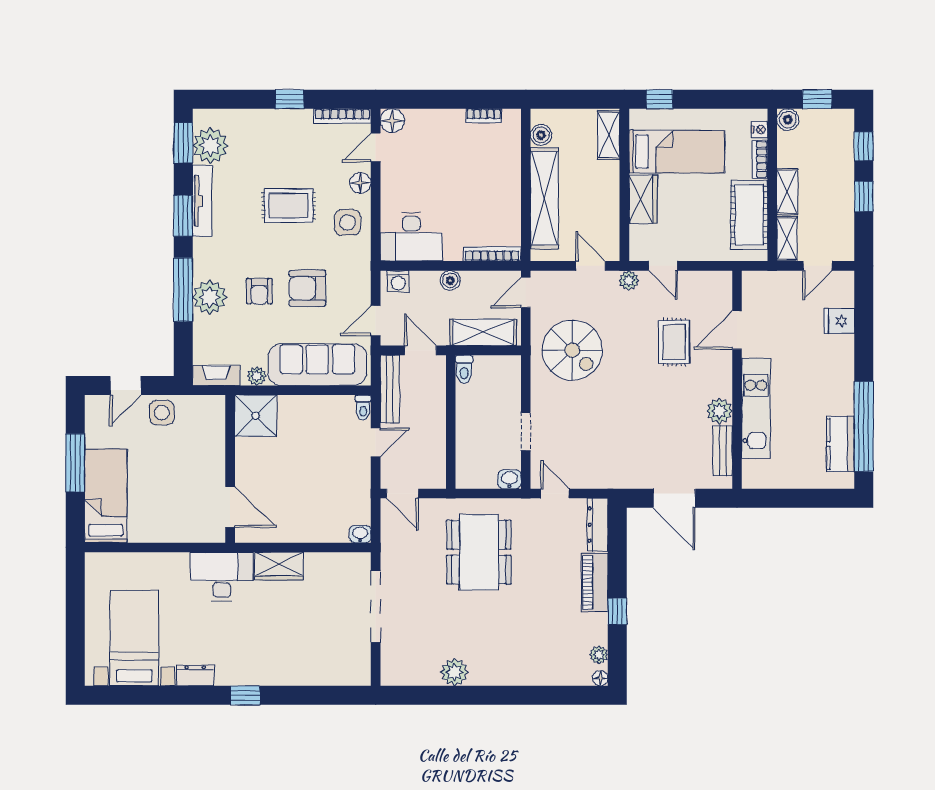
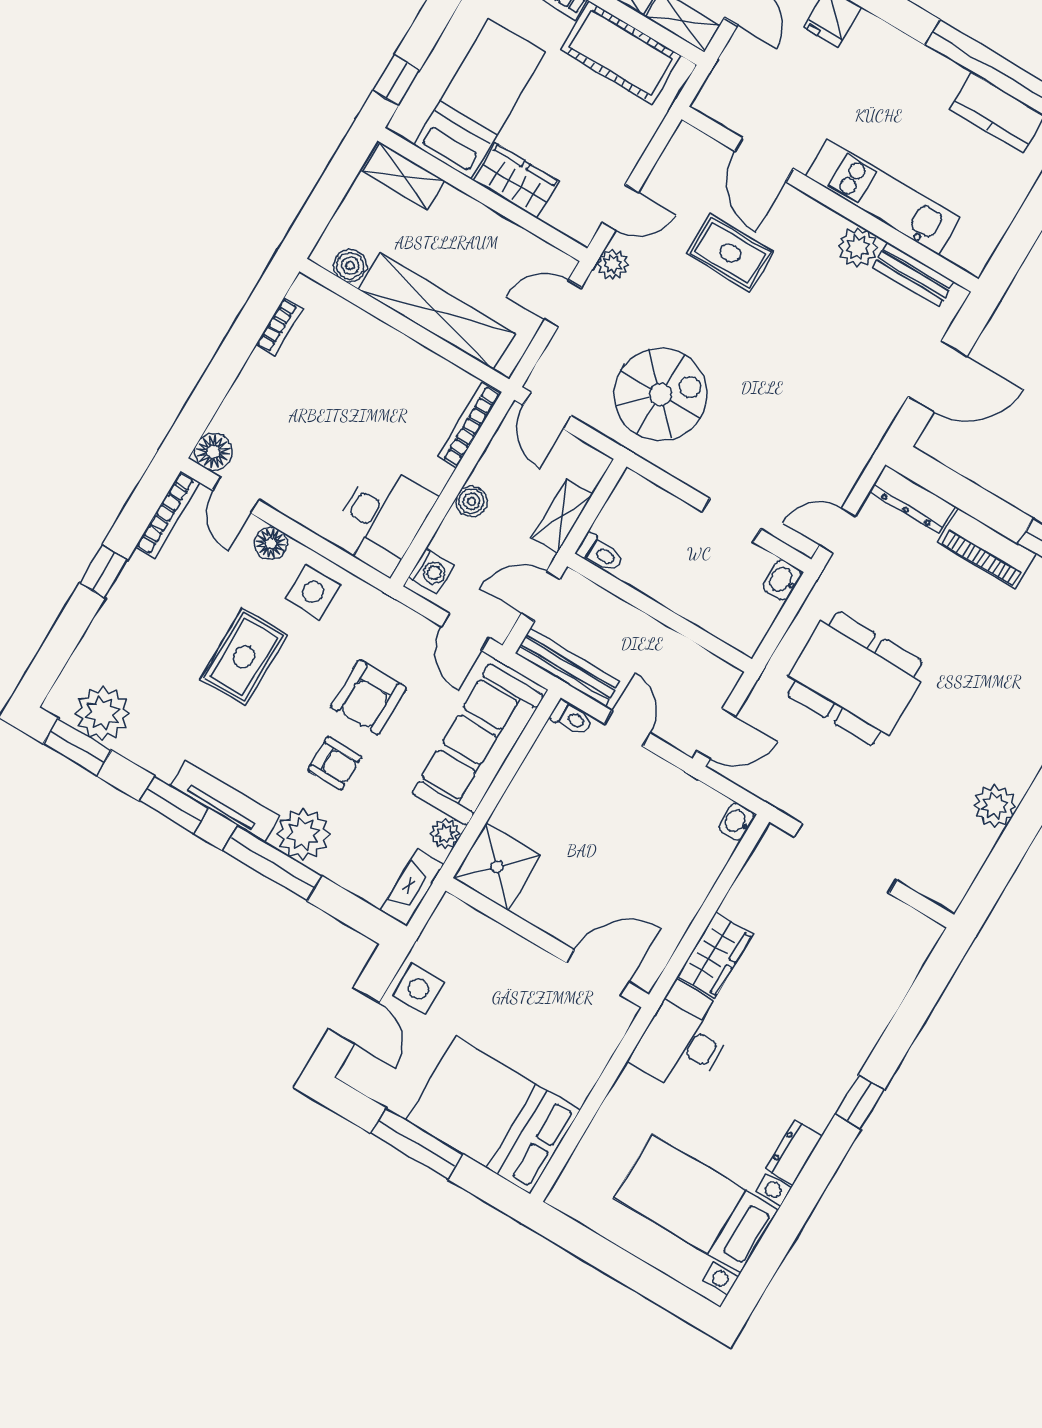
tv unit: (202, 201) -> (225, 801), moved
shelving: (483, 332) -> (562, 516), width x0.67, depth x0.75
bed: (106, 496) -> (493, 1115), width x1.50

